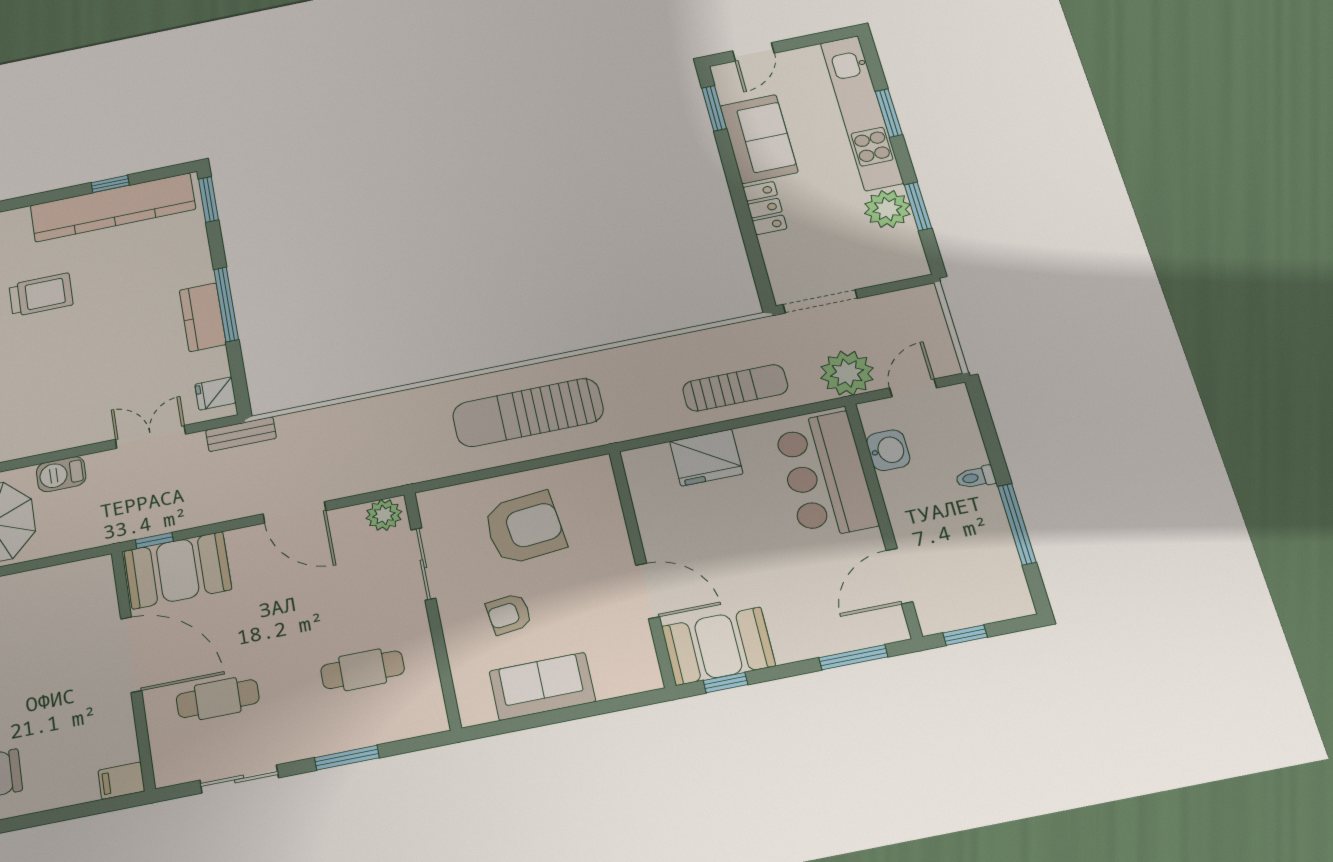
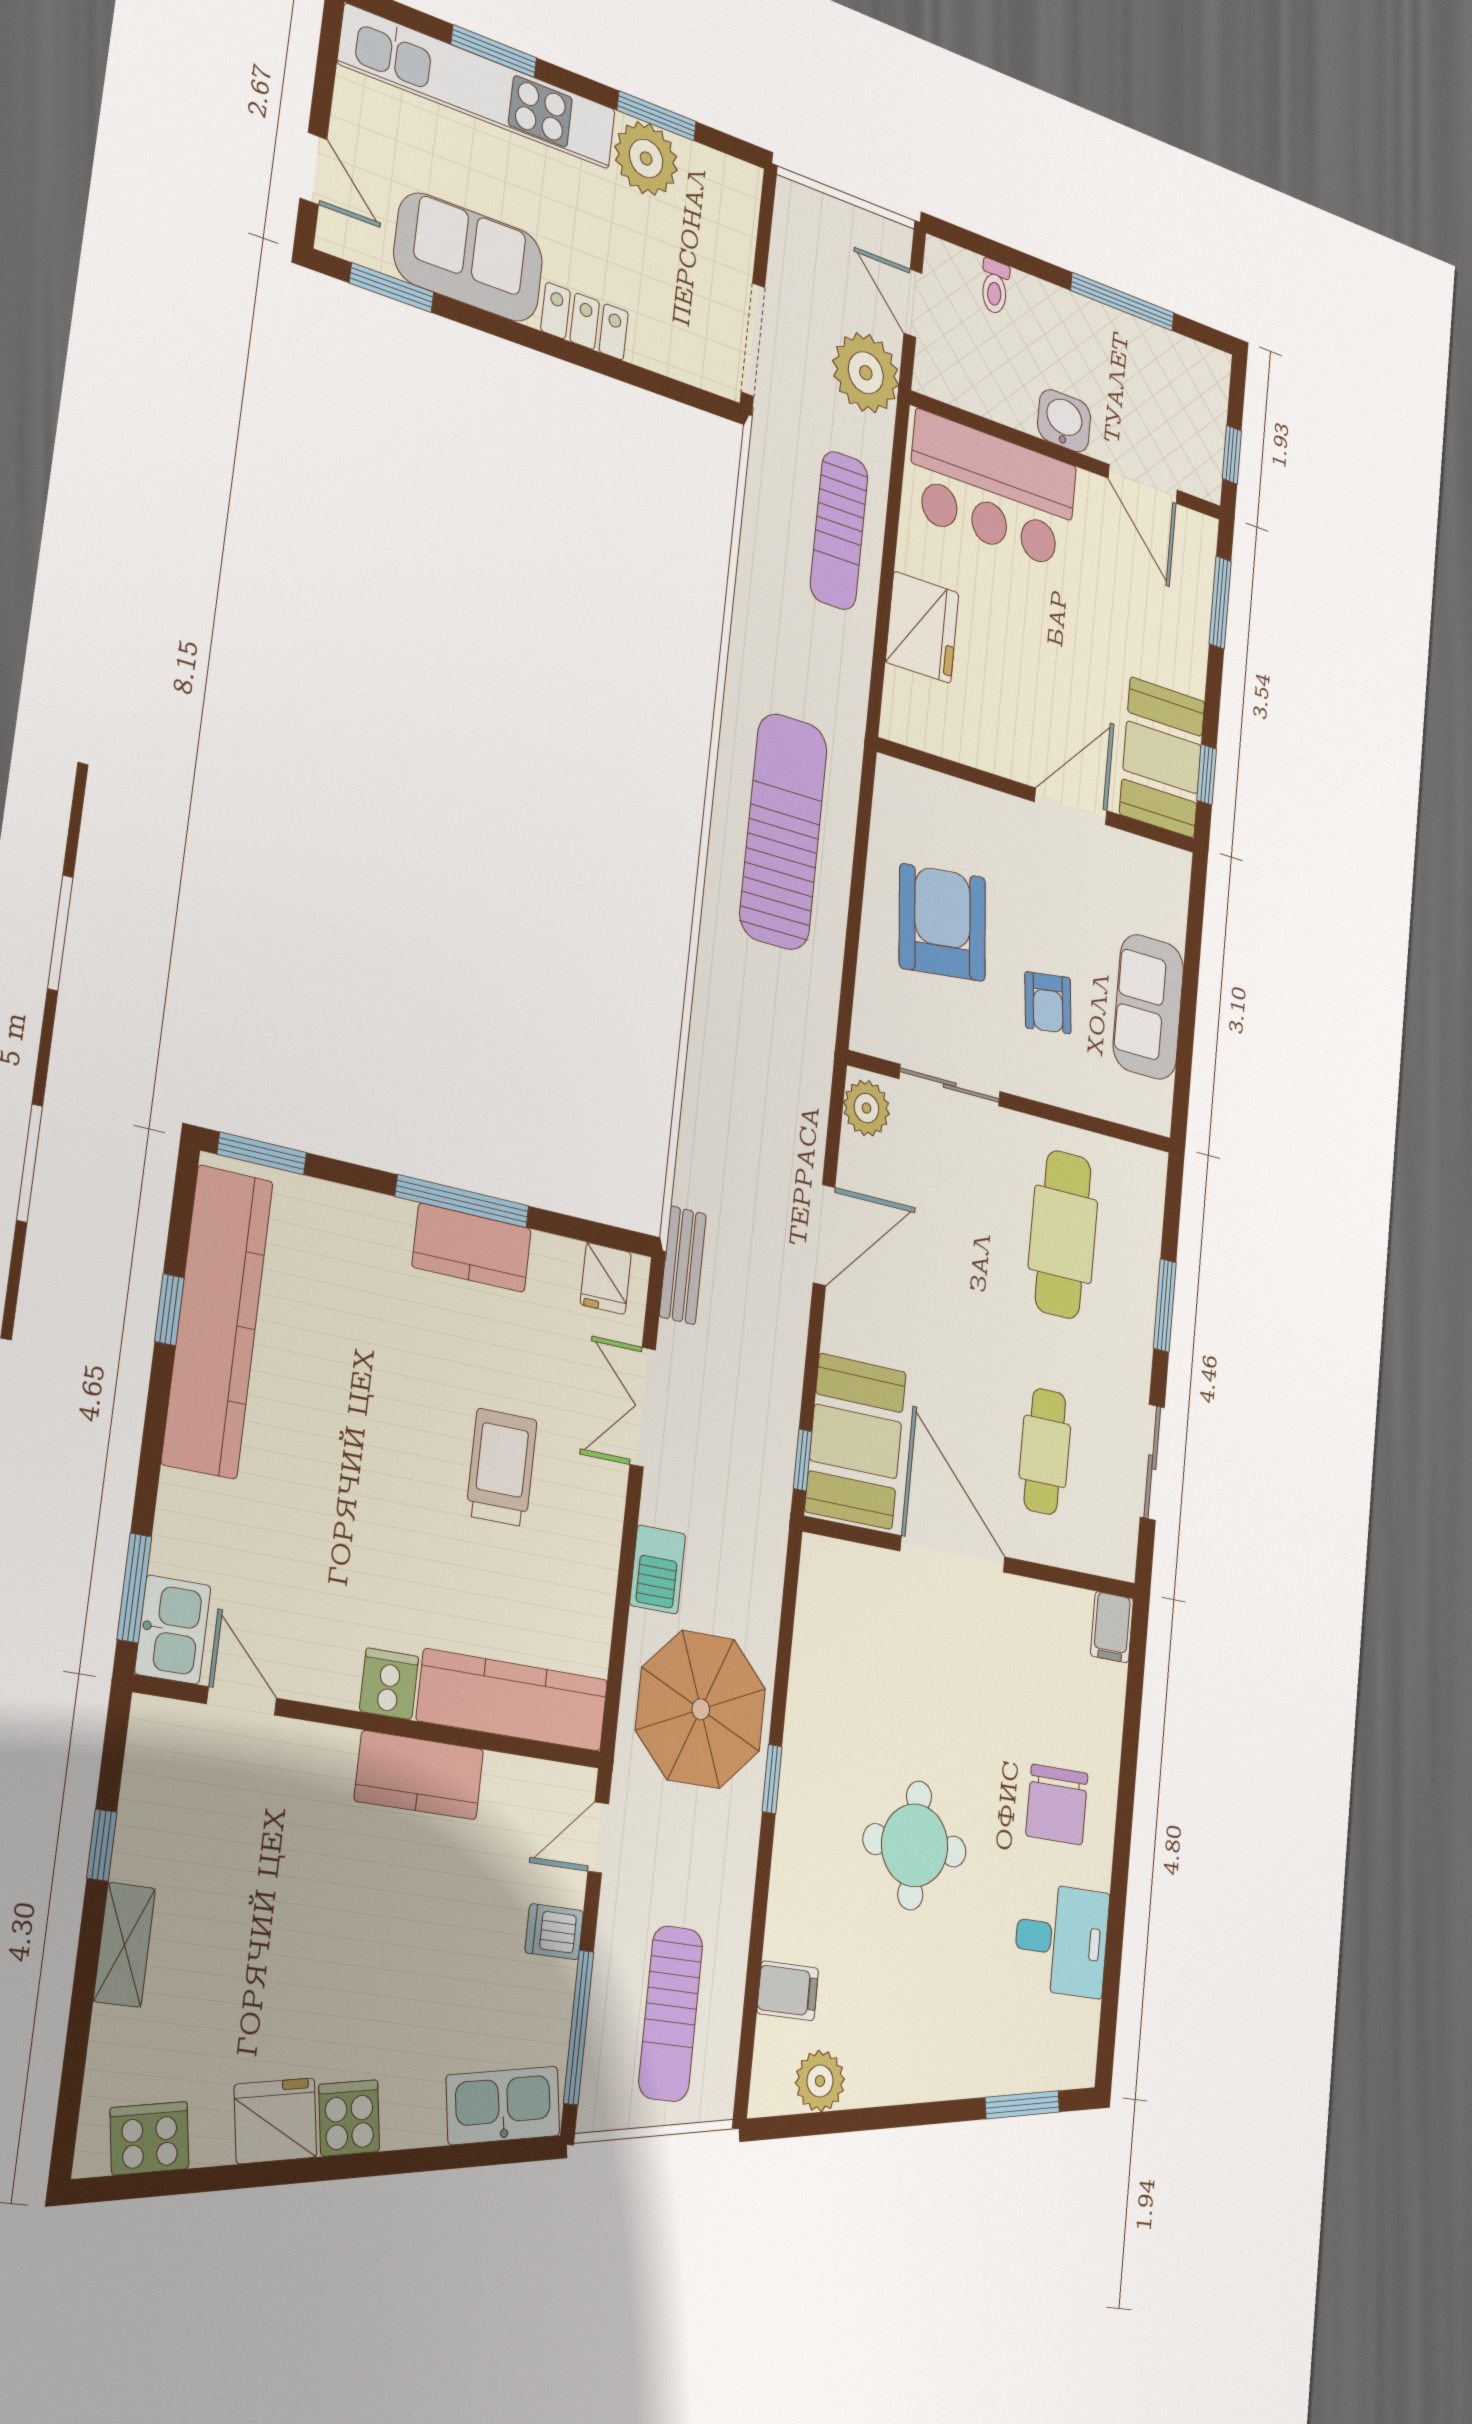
trolley: (41, 295) -> (501, 1468), moved
sun lounger: (735, 388) -> (839, 530), turned 180
sun lounger: (528, 413) -> (784, 831), turned 180
washbasin: (888, 450) -> (1064, 421), moved
toilet: (976, 477) -> (995, 287), moved
door: (131, 655) -> (953, 1554), hinge flipped
cafe table: (363, 670) -> (1063, 1234), width x1.37, depth x1.35

